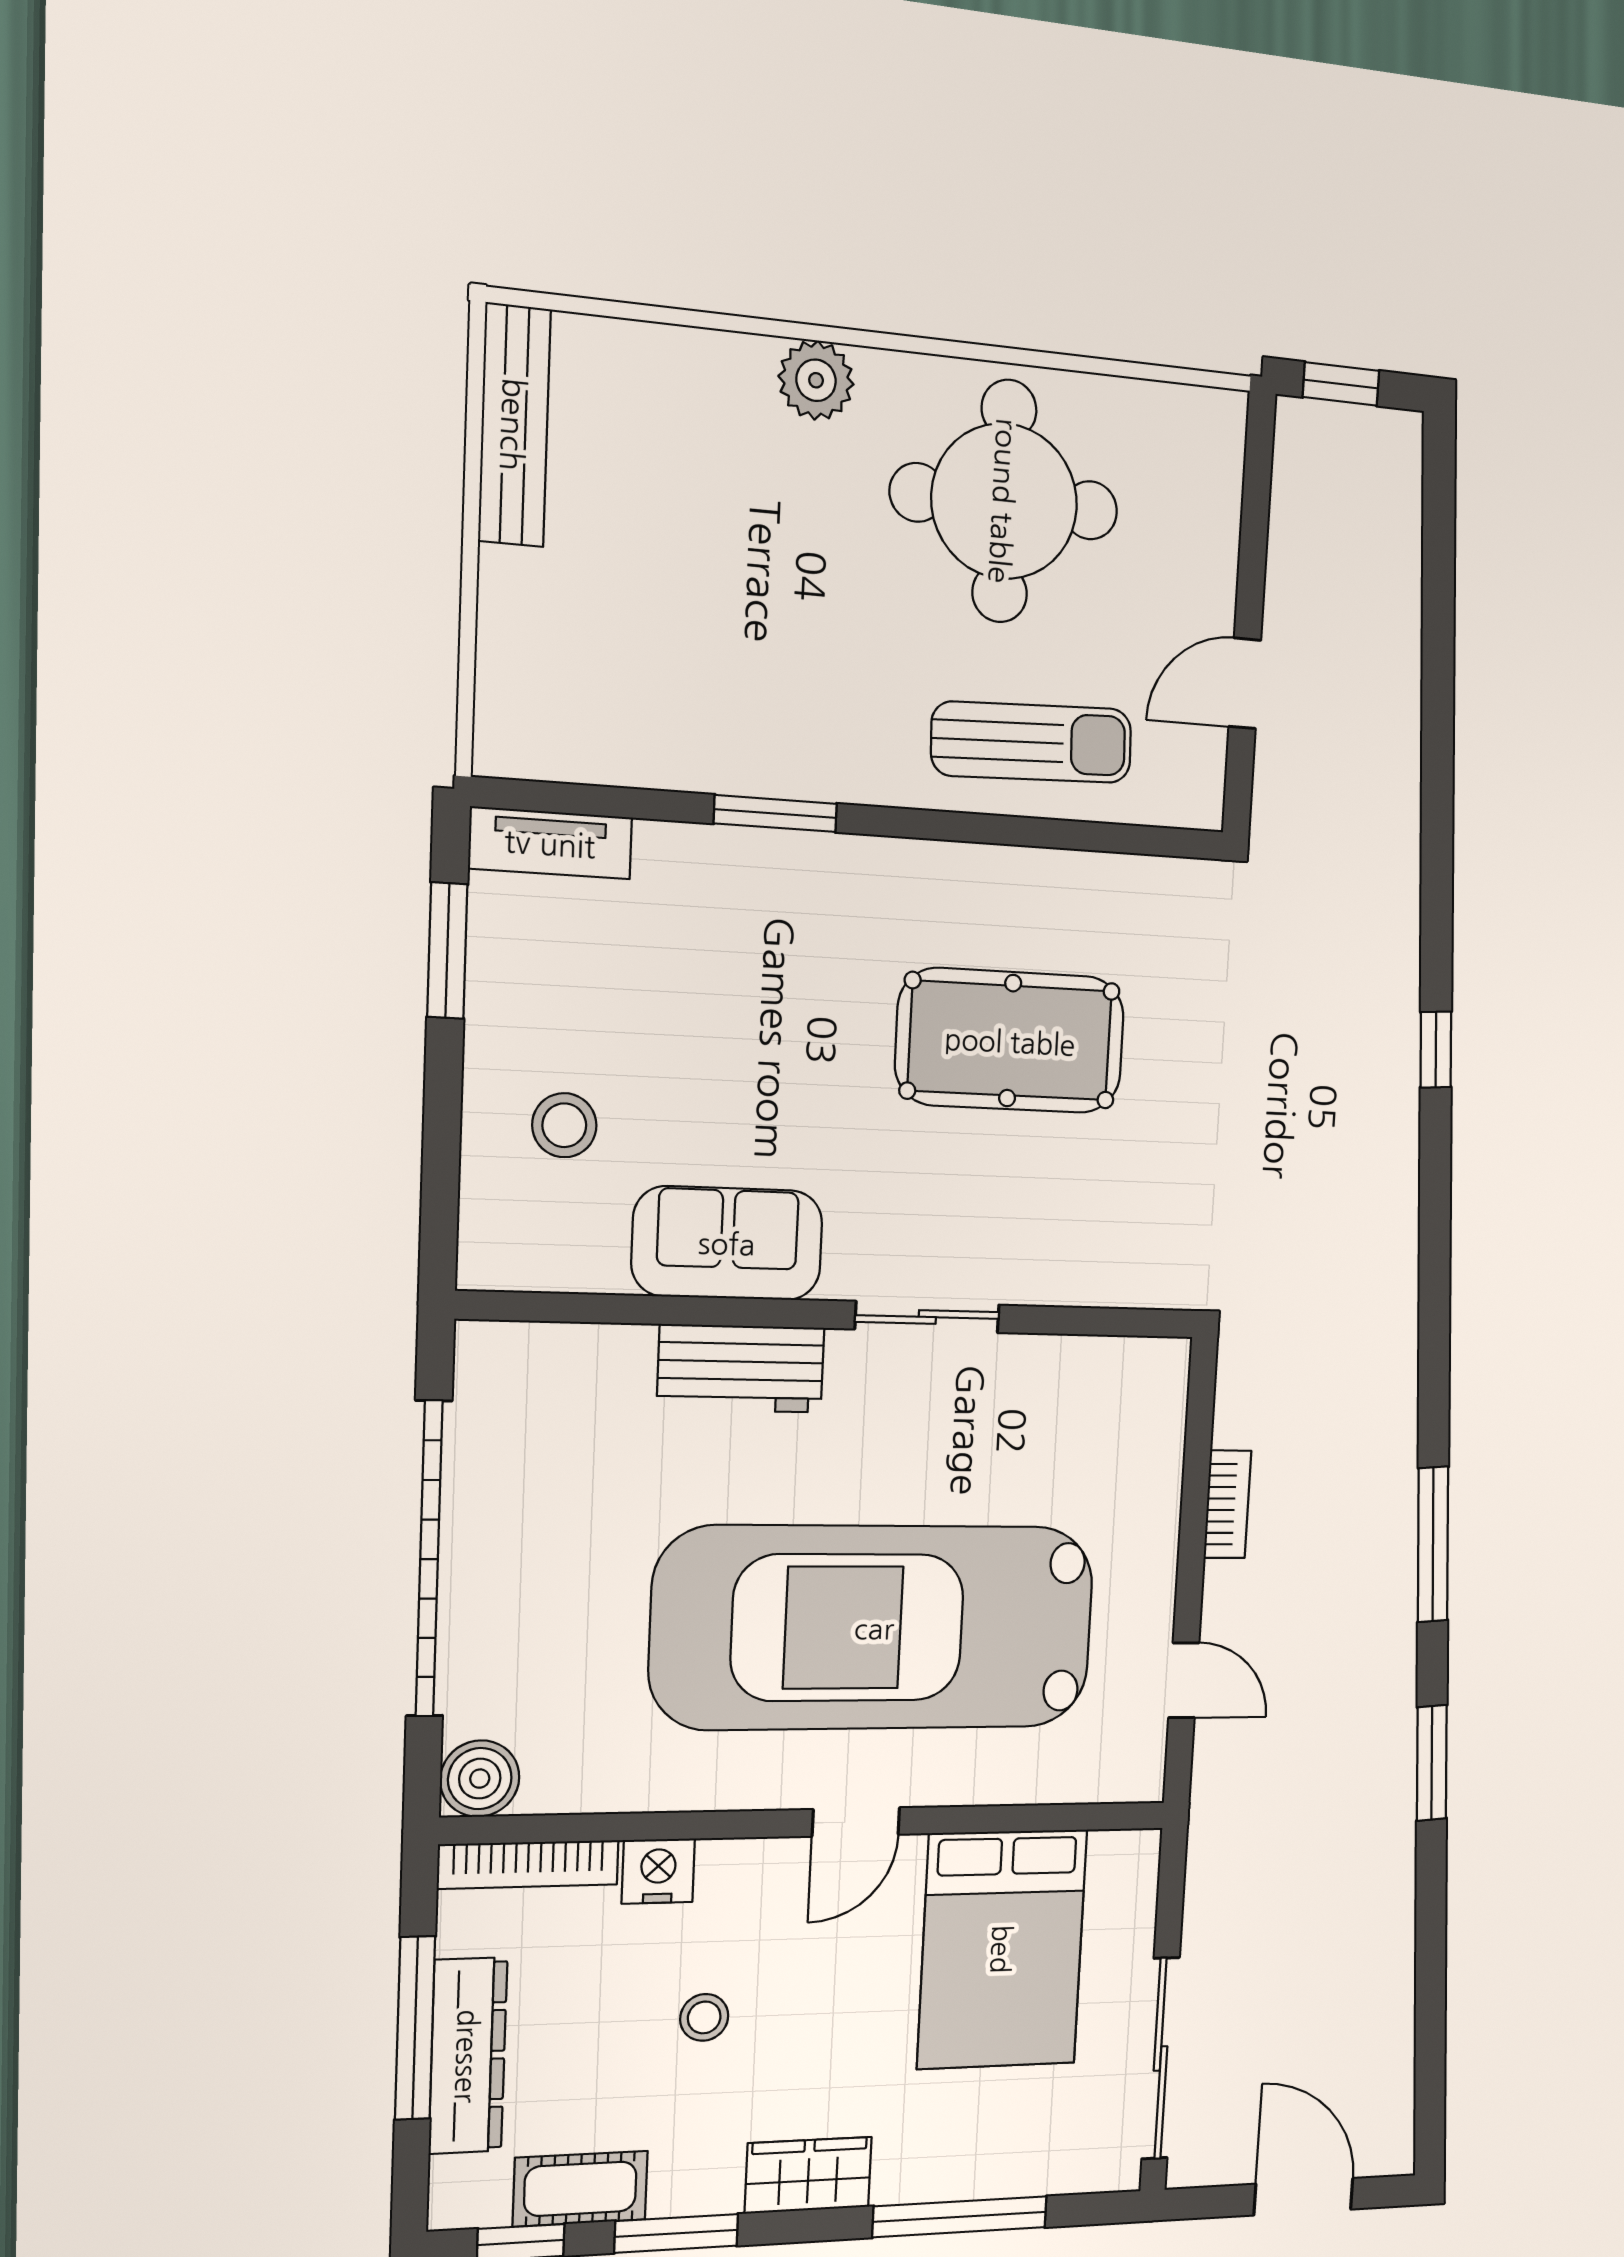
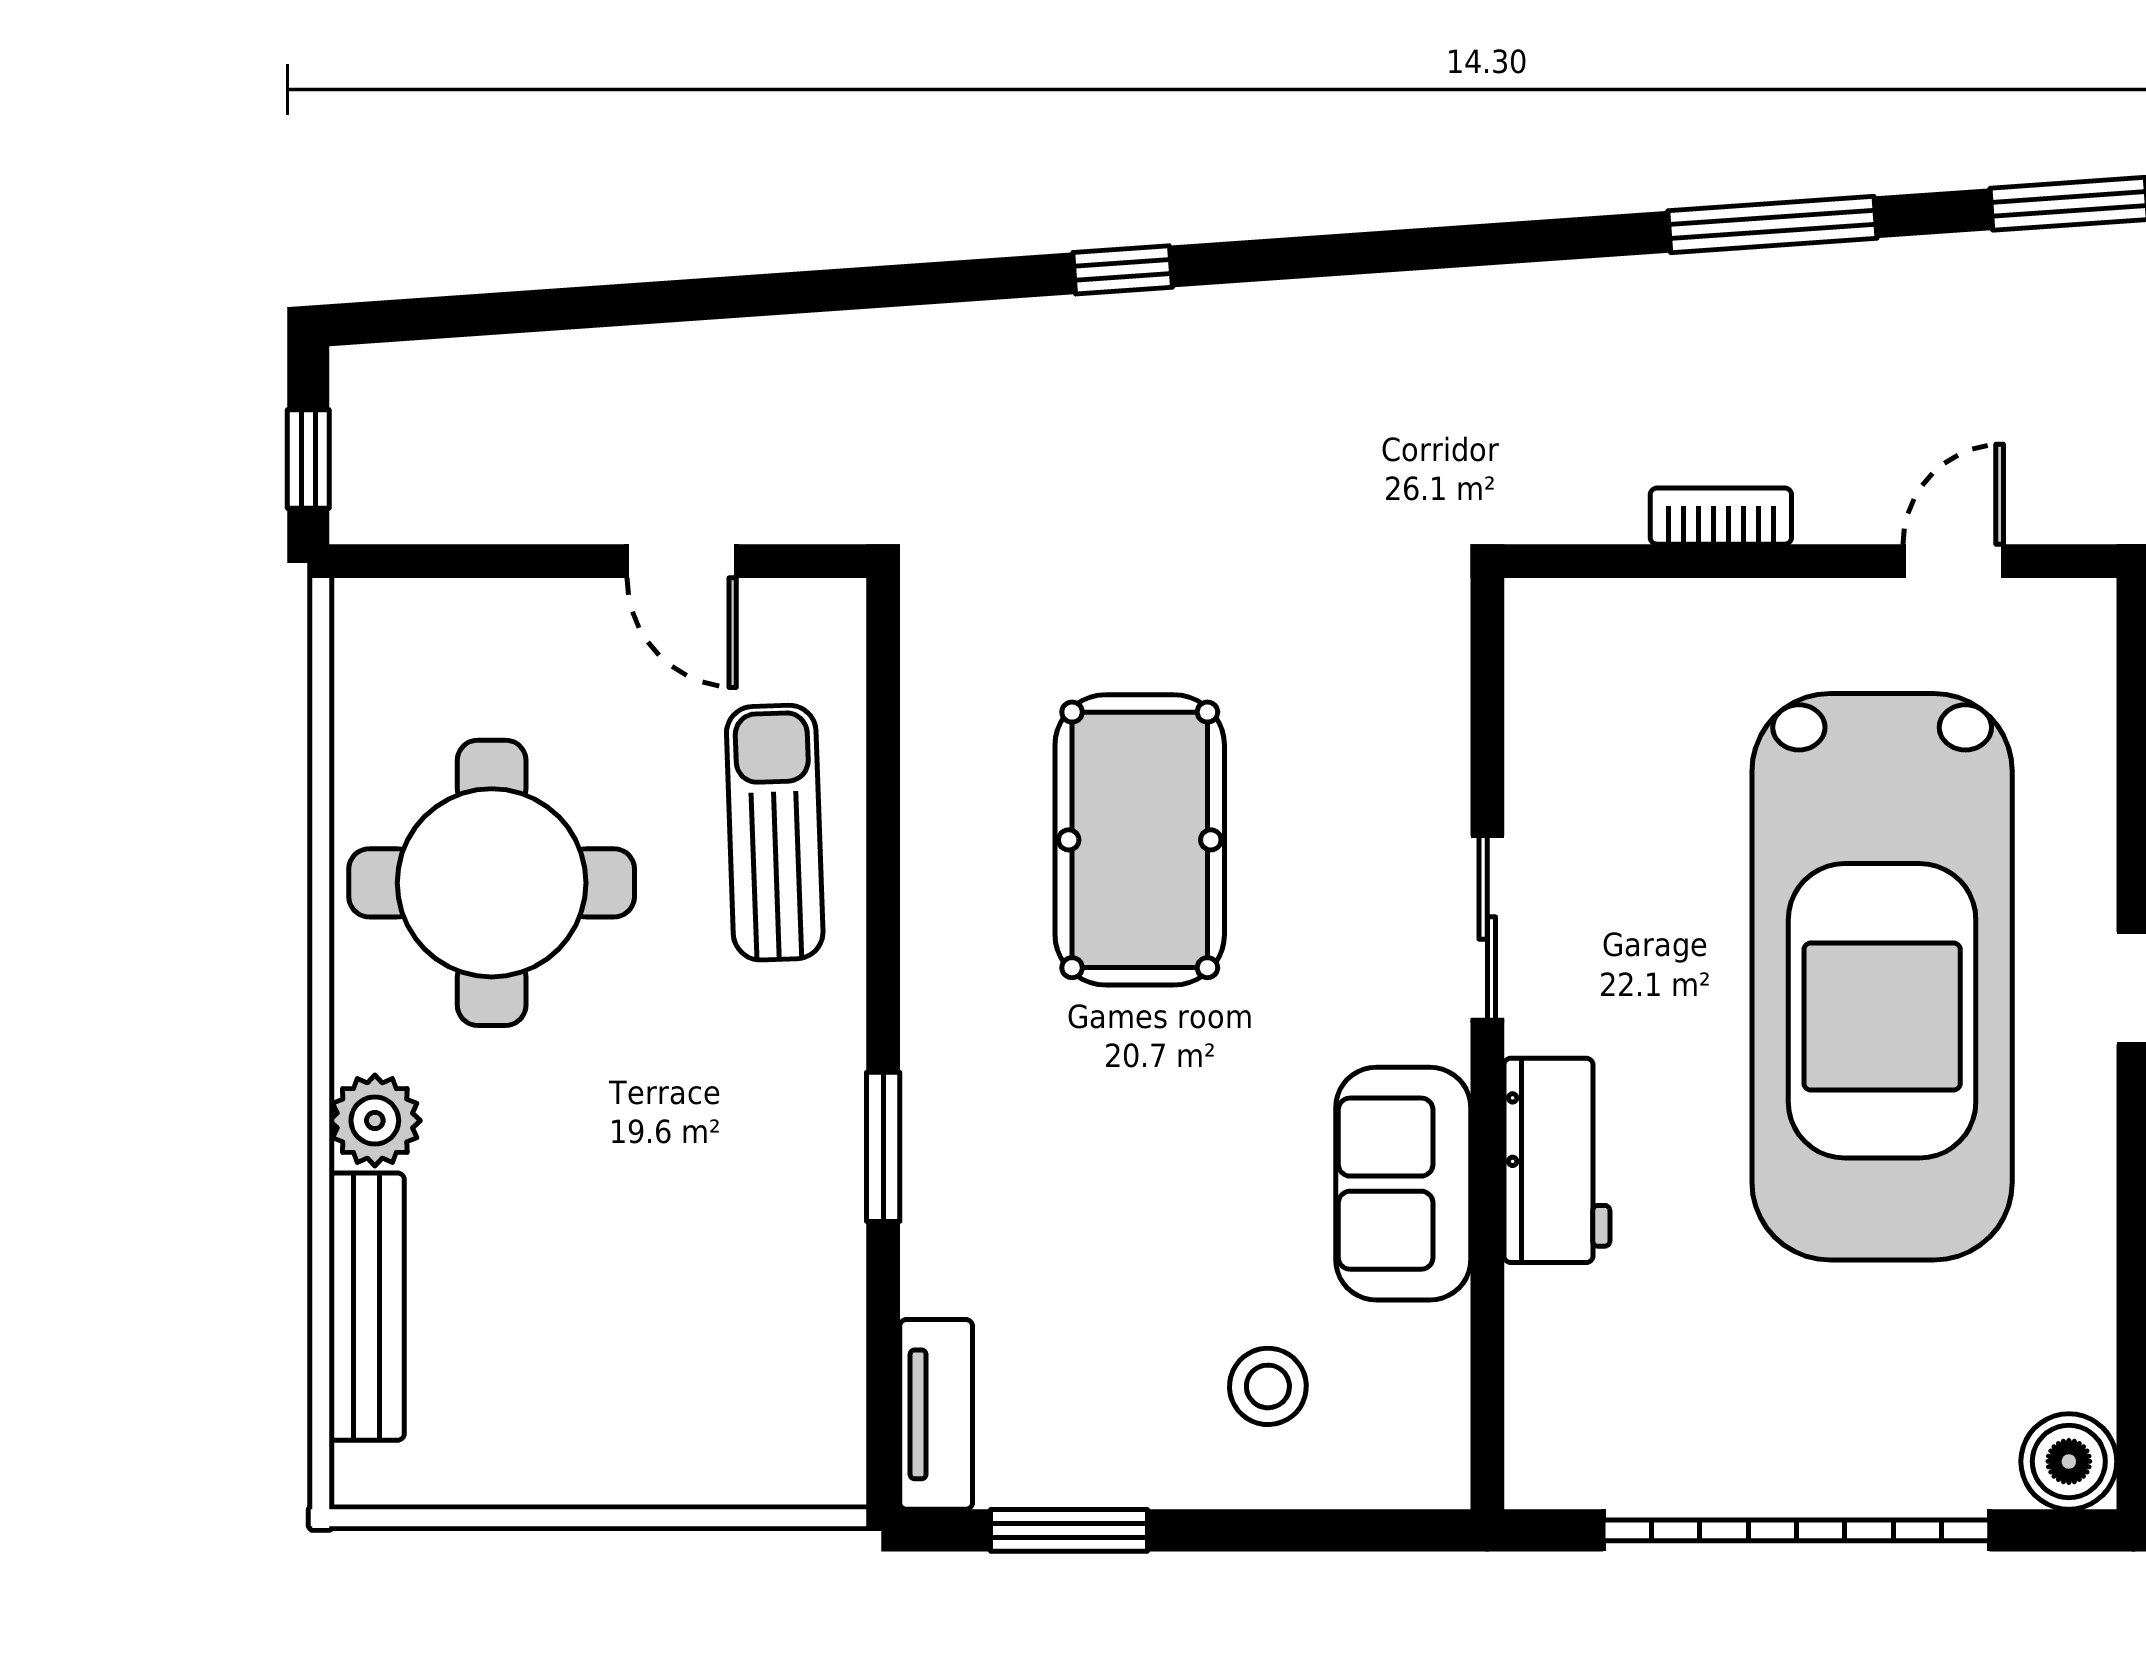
bench: (514, 425) -> (367, 1307), moved, turned 90

